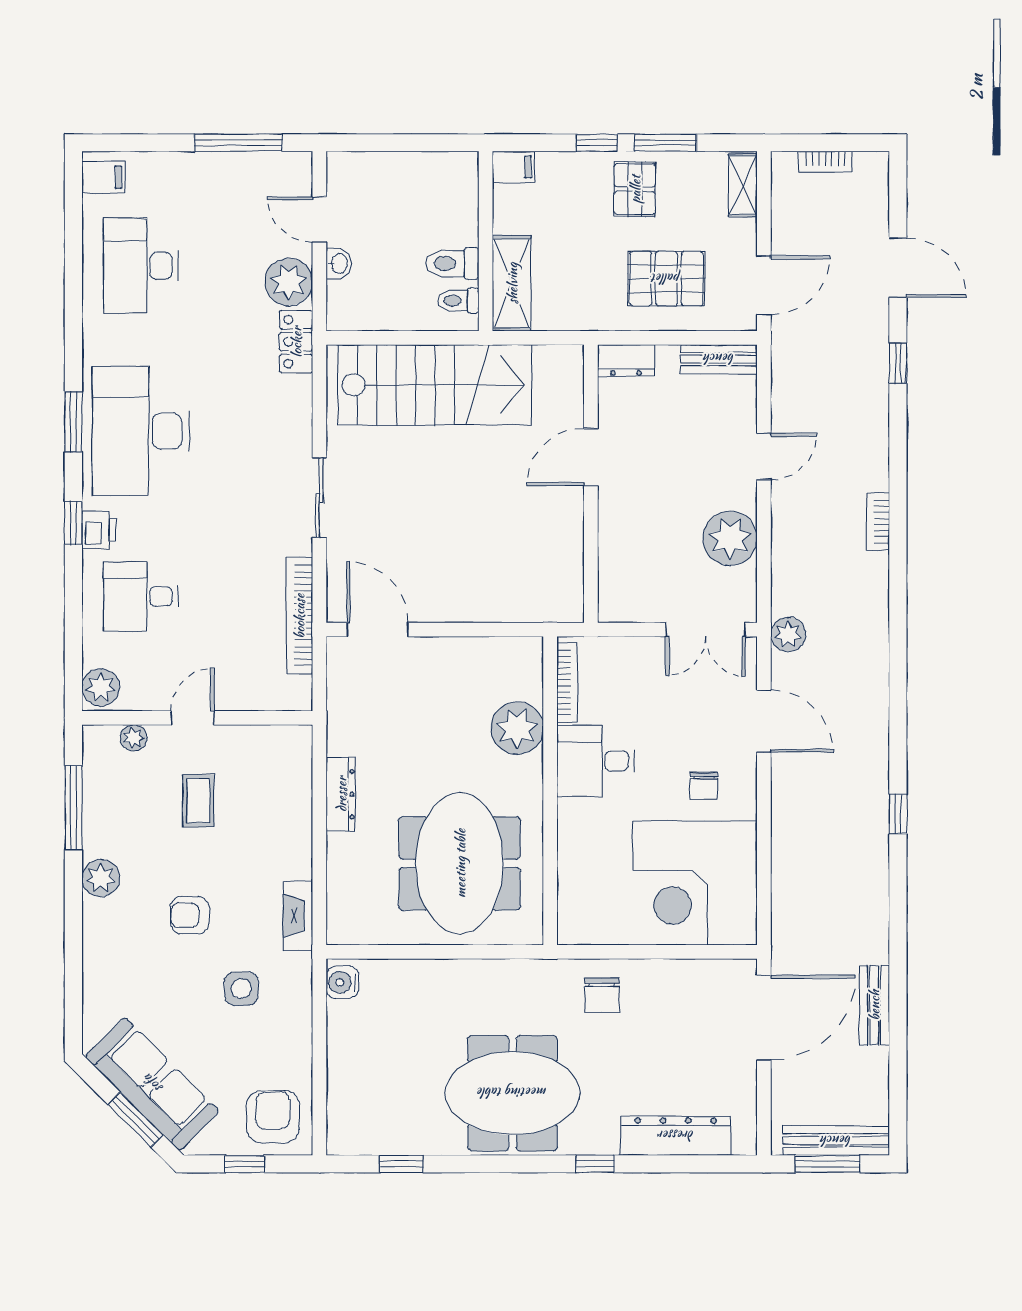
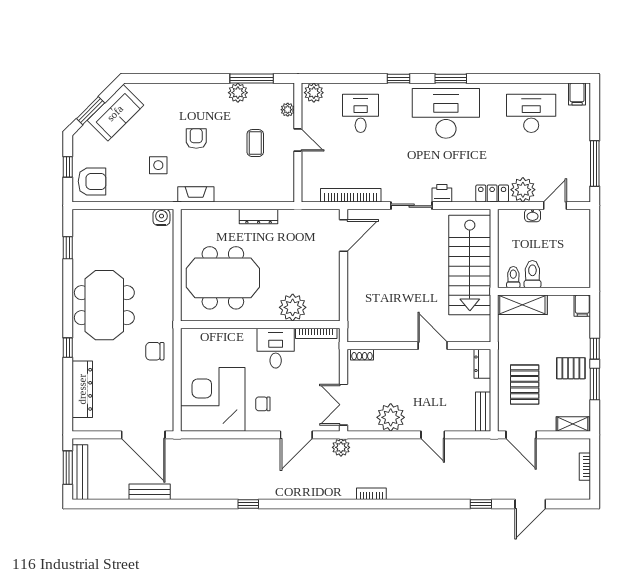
bookcase: (878, 522) -> (371, 494), moved
printer: (99, 530) -> (442, 193), moved, turned 180
shoe rack: (608, 594) -> (362, 355), added
coffee table: (198, 801) -> (255, 143), turned 90
plant: (101, 878) -> (238, 93), moved
sofa: (152, 1084) -> (115, 113), width x0.73

